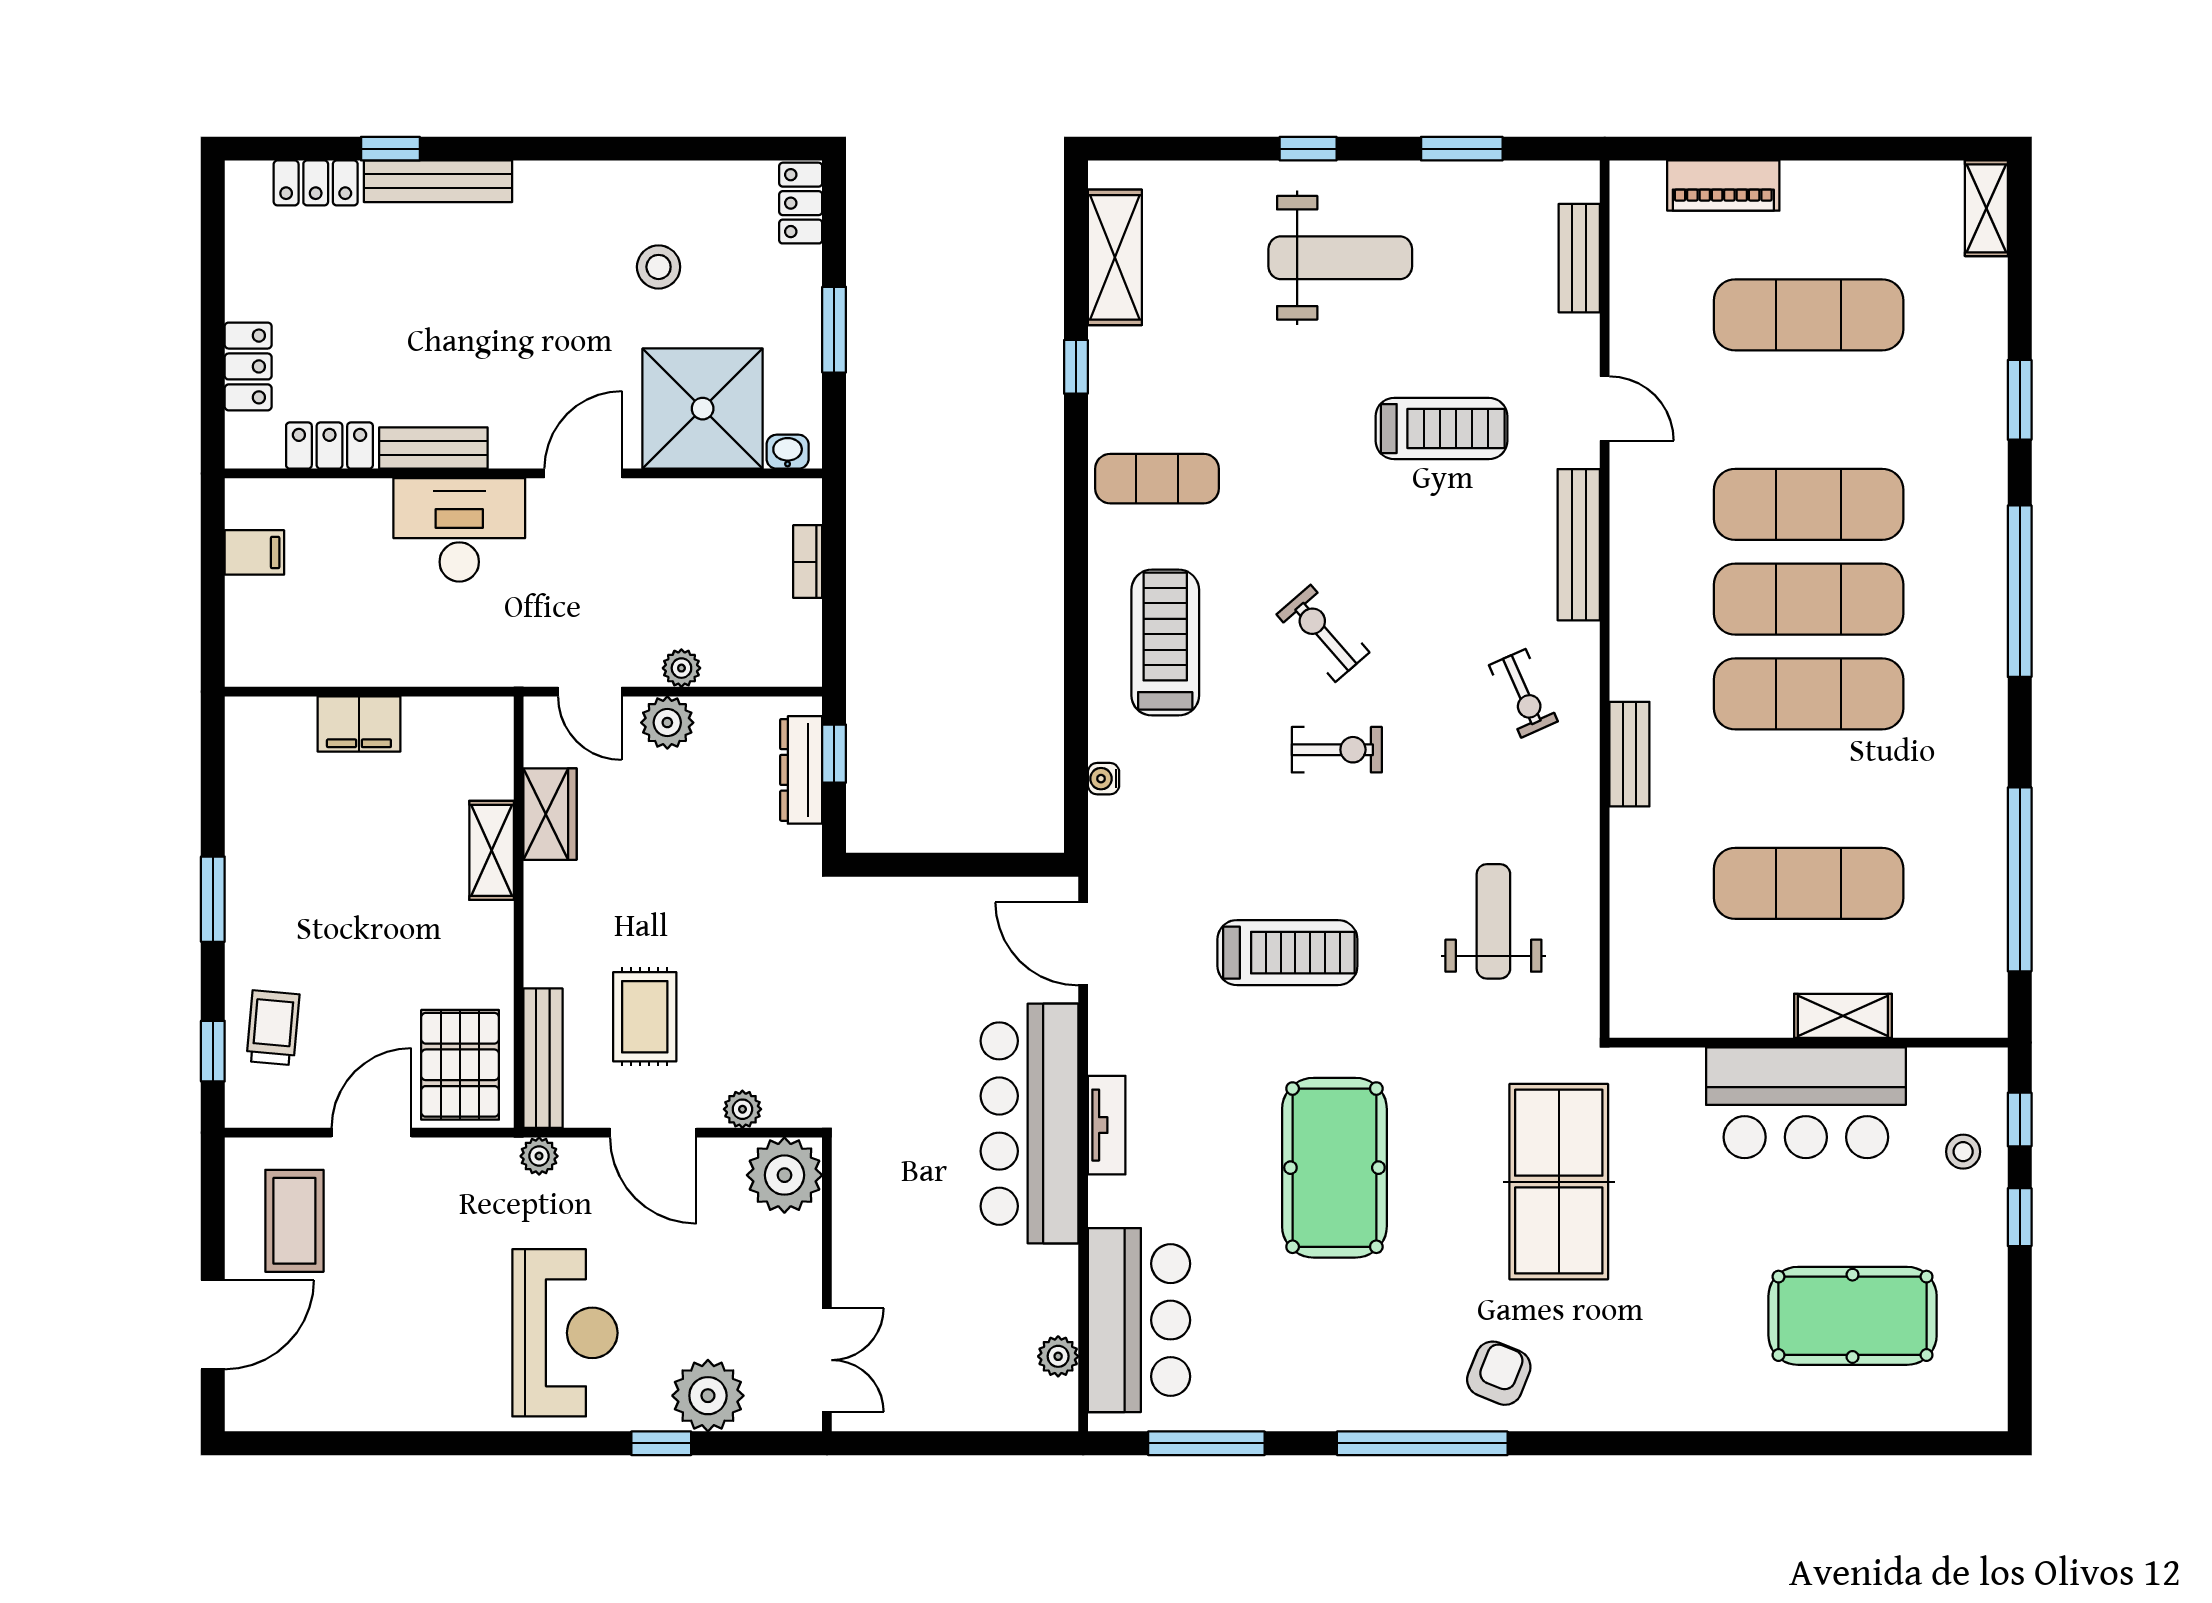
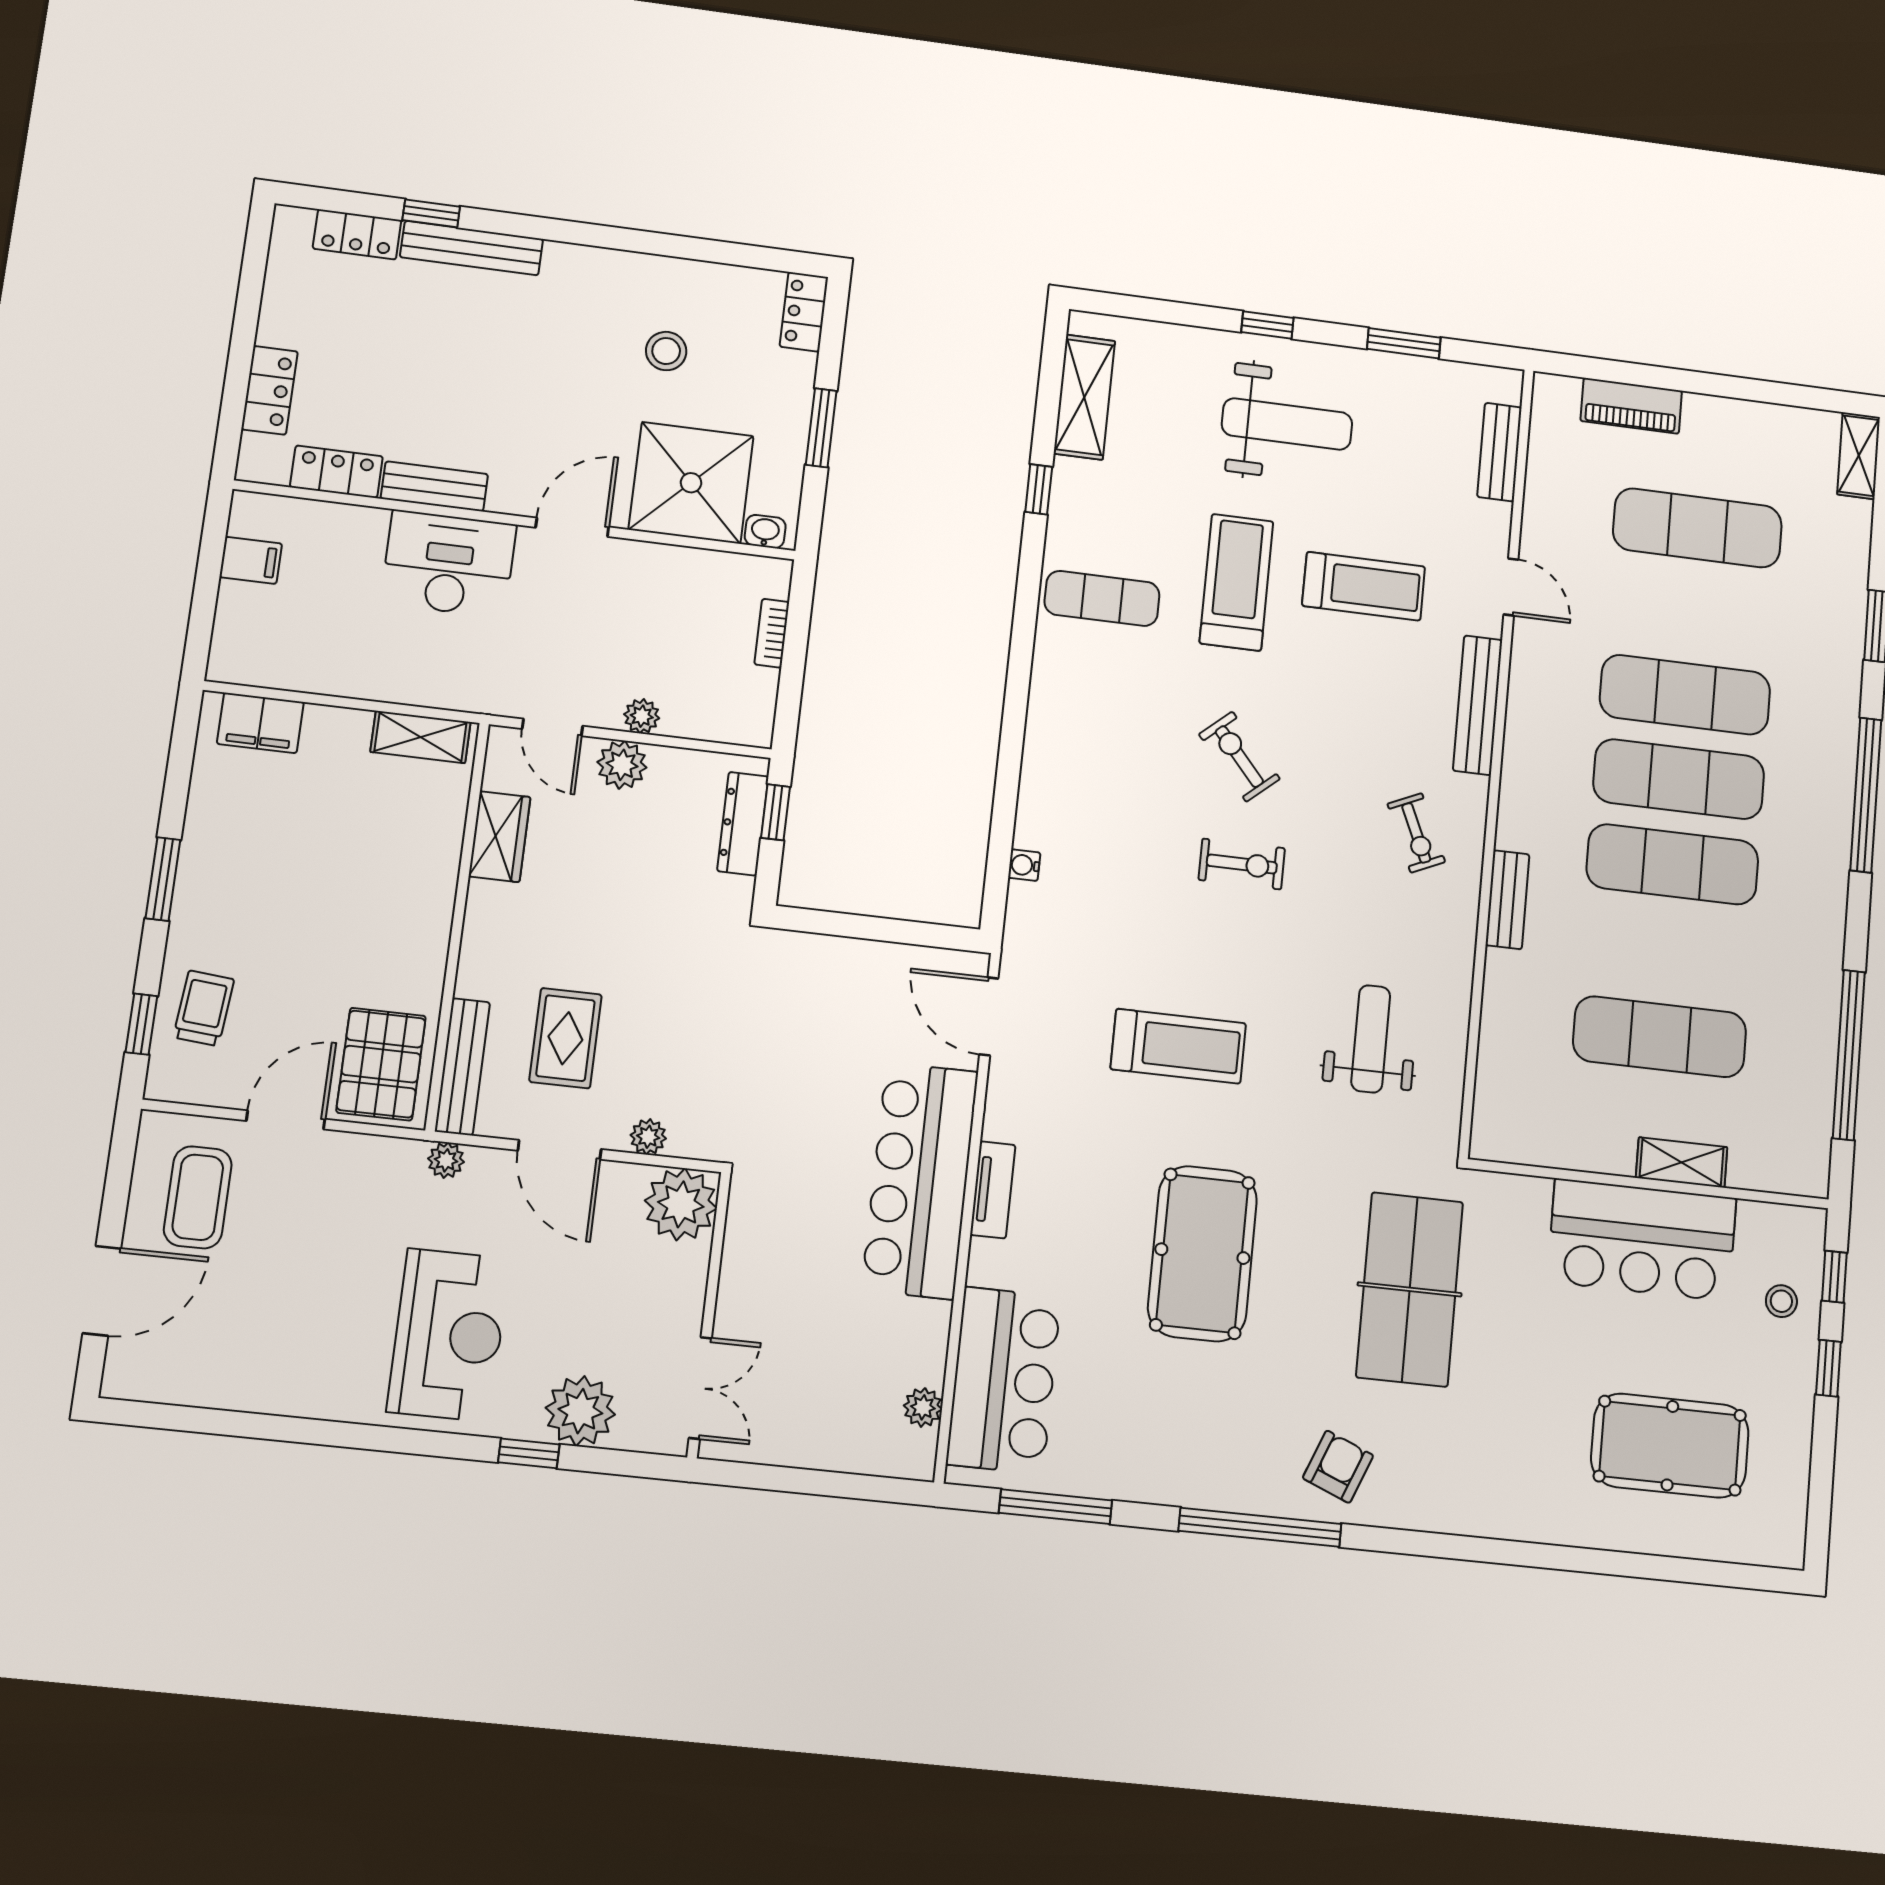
treadmill: (1165, 643) -> (1236, 582), moved
filing cabinet: (359, 724) -> (260, 723), moved
shelving: (492, 850) -> (420, 737), moved, turned 90

